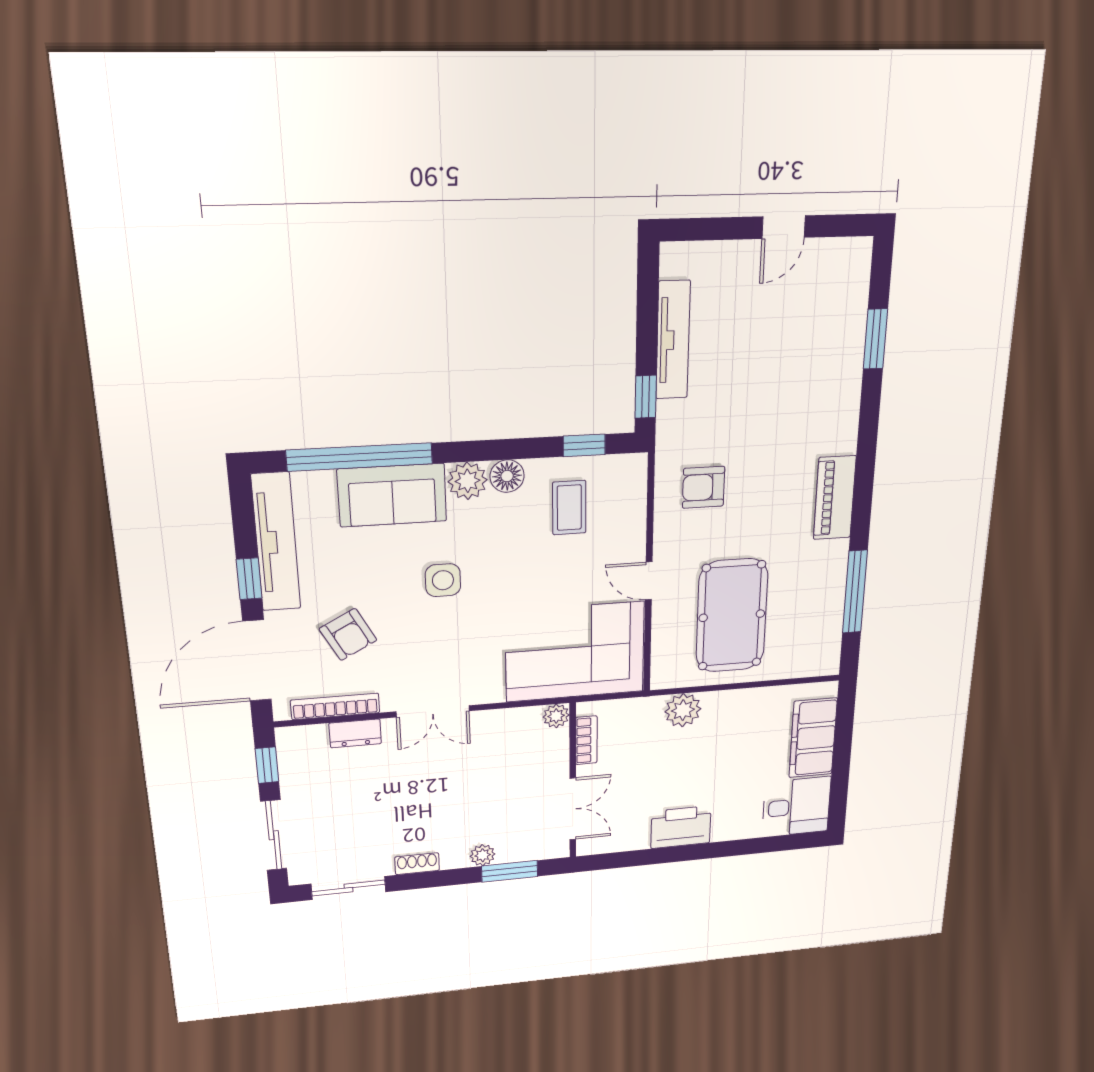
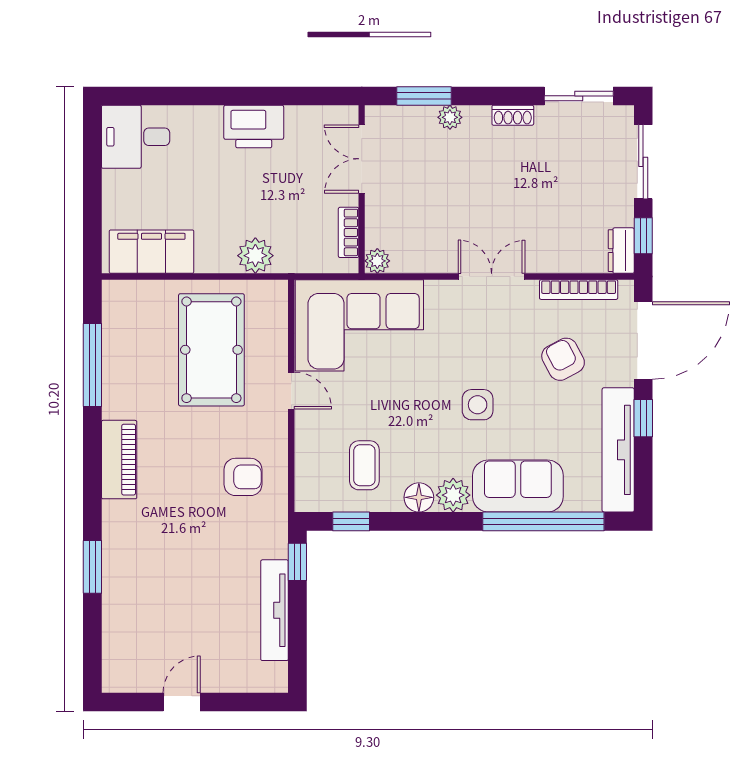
window: (875, 339) -> (92, 567), moved
dresser: (355, 733) -> (621, 251), moved, turned -90
filing cabinet: (813, 738) -> (151, 252), moved, turned -90

